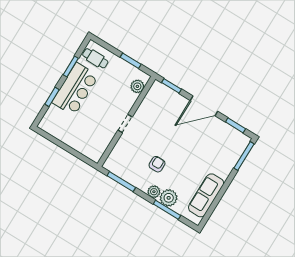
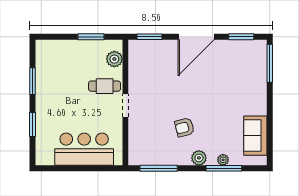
cafe table: (95, 58) -> (105, 86), moved
bar counter: (75, 89) -> (84, 149), moved, turned -90
armchair: (157, 164) -> (185, 127), turned -104
sofa: (206, 195) -> (255, 136), width x0.73
plant: (169, 198) -> (223, 160), width x0.53, depth x0.53

